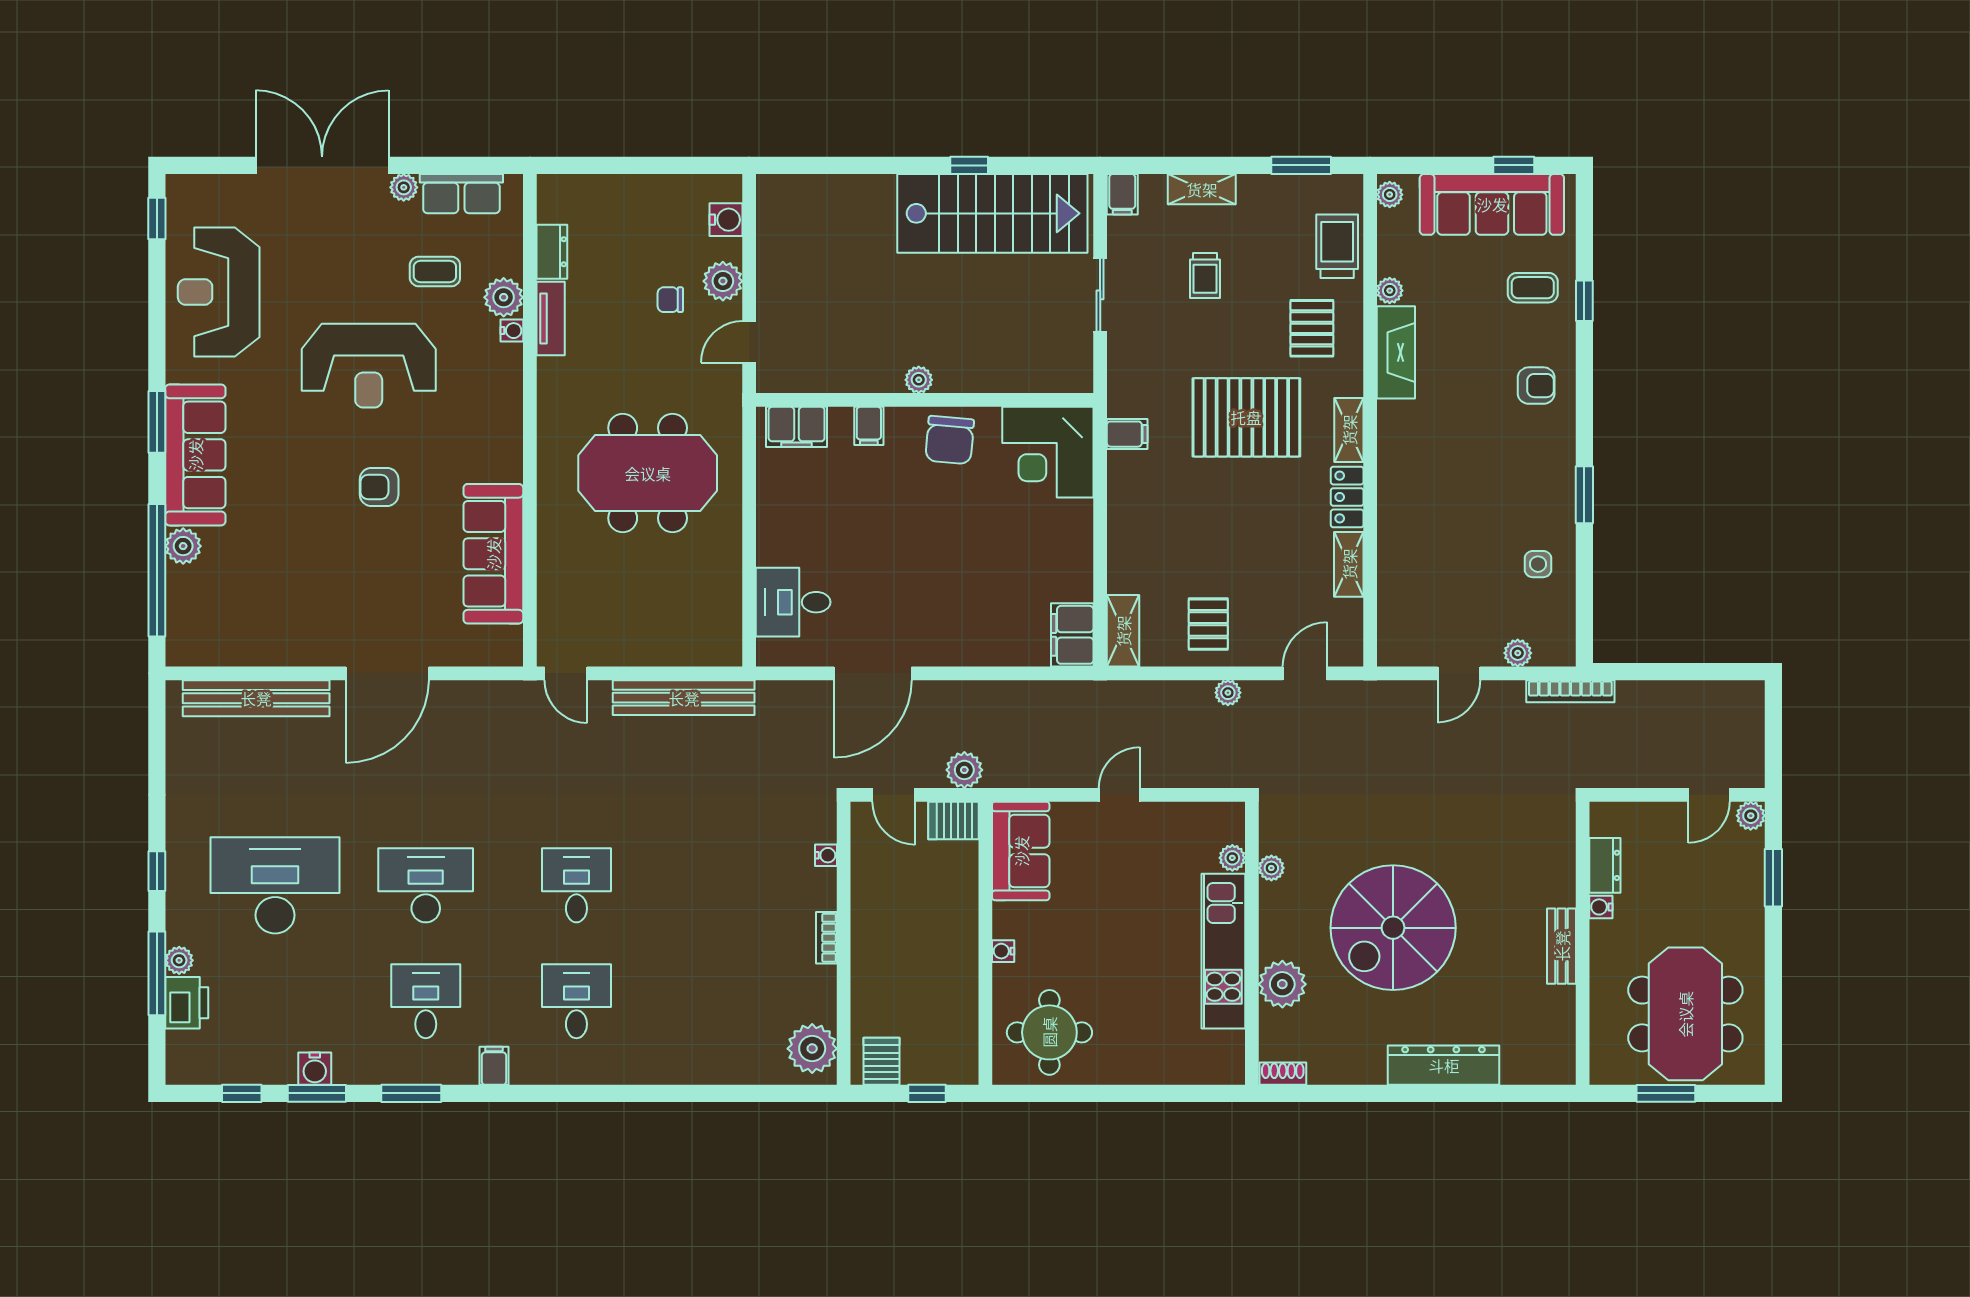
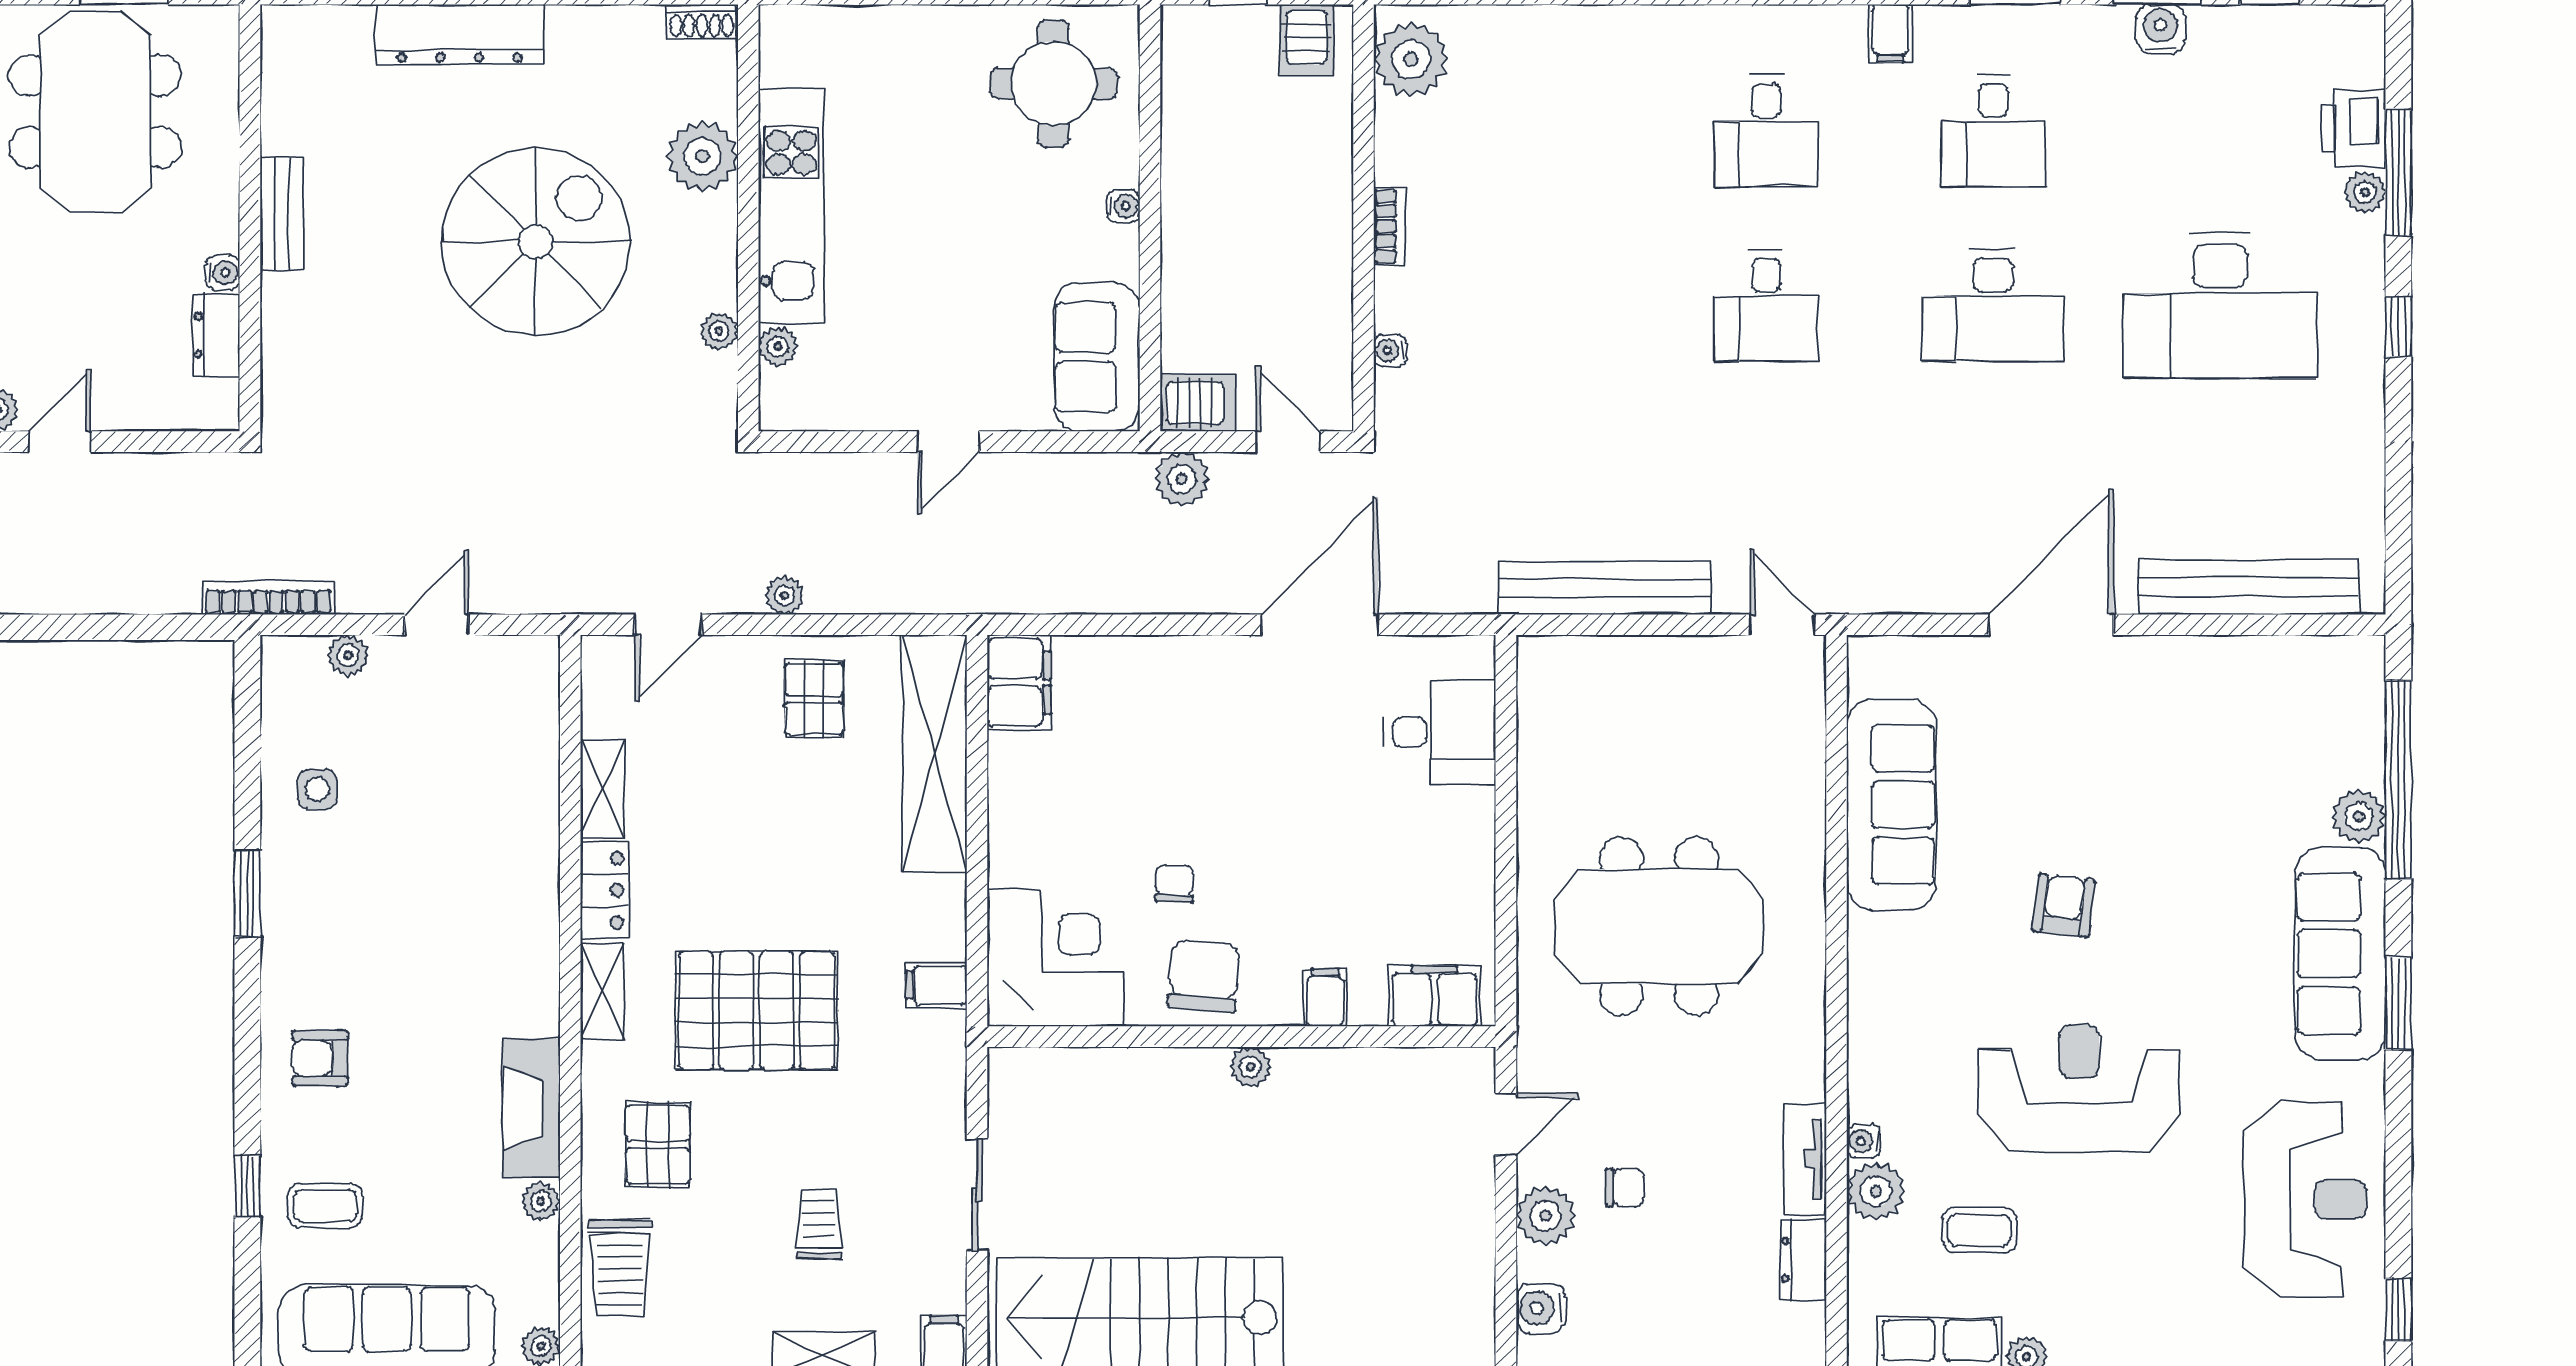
armchair: (379, 487) -> (2063, 905), turned -83
chair: (969, 501) -> (1174, 884), added
shelving: (1123, 631) -> (935, 754), width x2.20, depth x1.33

